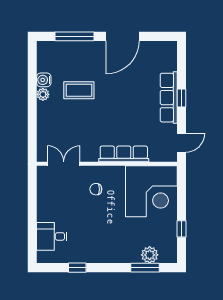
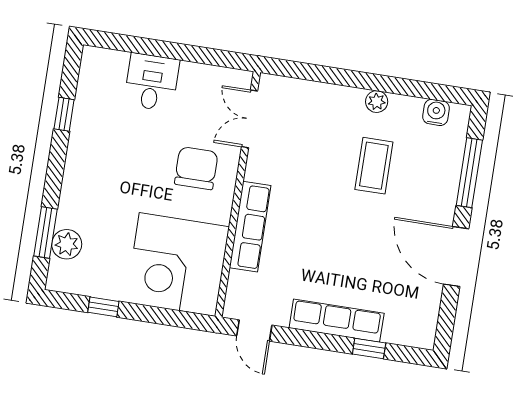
water cooler: (44, 80) -> (436, 112), moved
window: (181, 98) -> (369, 349), moved
double door: (64, 164) -> (249, 119), swing flipped
chair: (96, 189) -> (196, 168), width x1.87, depth x1.87
desk: (52, 236) -> (152, 82), moved

